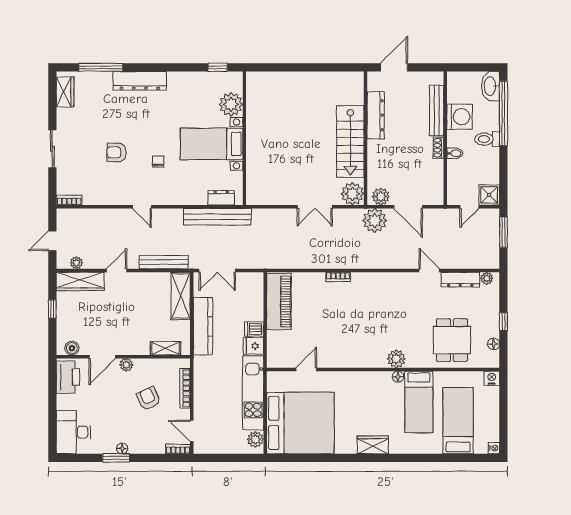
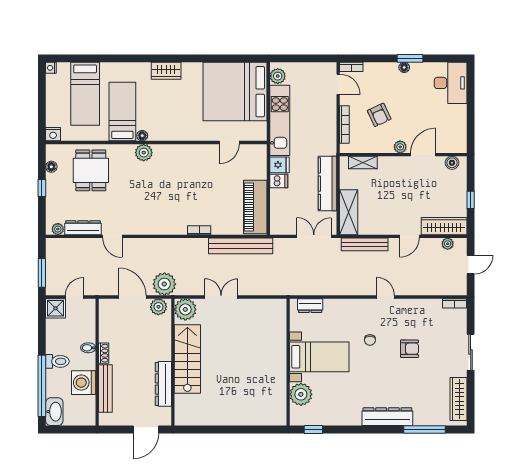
wardrobe: (65, 92) -> (458, 399), width x1.50
bench: (217, 217) -> (241, 246), moved
printer: (68, 377) -> (456, 135), removed

